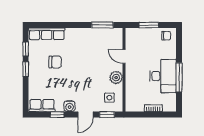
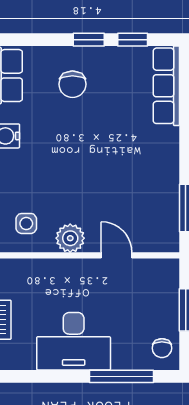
door: (124, 56) -> (117, 255), hinge flipped
chair: (55, 62) -> (72, 84), moved
window: (179, 77) -> (121, 376), moved

